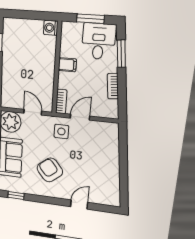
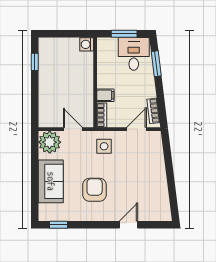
filing cabinet: (67, 65) -> (105, 95), moved
bookcase: (113, 86) -> (153, 111), moved
door: (80, 117) -> (136, 129), moved
armchair: (50, 170) -> (95, 190), turned 39

